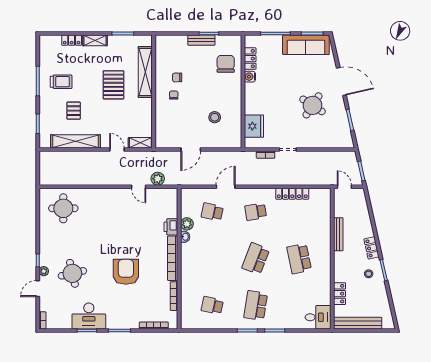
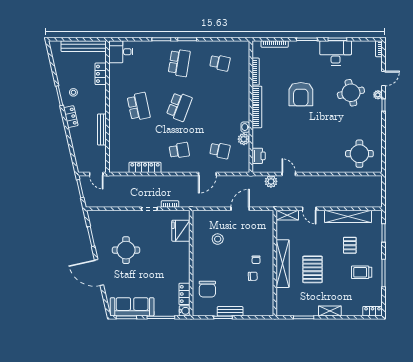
locker: (72, 40) -> (373, 311), moved
shelving: (145, 72) -> (283, 264), moved
water cooler: (250, 77) -> (185, 311), moved
round table: (313, 105) -> (126, 250), turned -33
printer: (171, 227) -> (259, 156), moved

